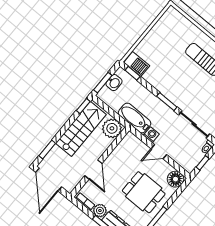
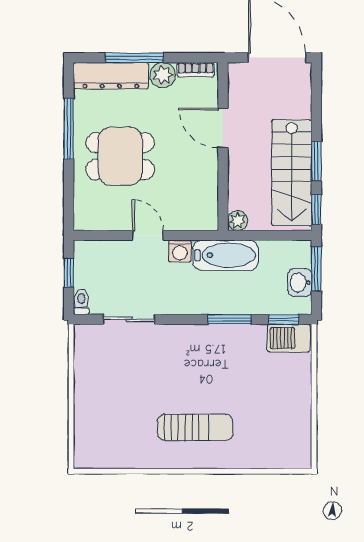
window: (167, 102) -> (229, 319), moved
sliding door: (194, 124) -> (129, 319), width x0.73
plant: (112, 128) -> (238, 221), width x0.53, depth x0.53
window: (47, 150) -> (316, 161), moved
door: (159, 152) -> (148, 235), hinge flipped
floor lamp: (175, 179) -> (89, 215), removed

